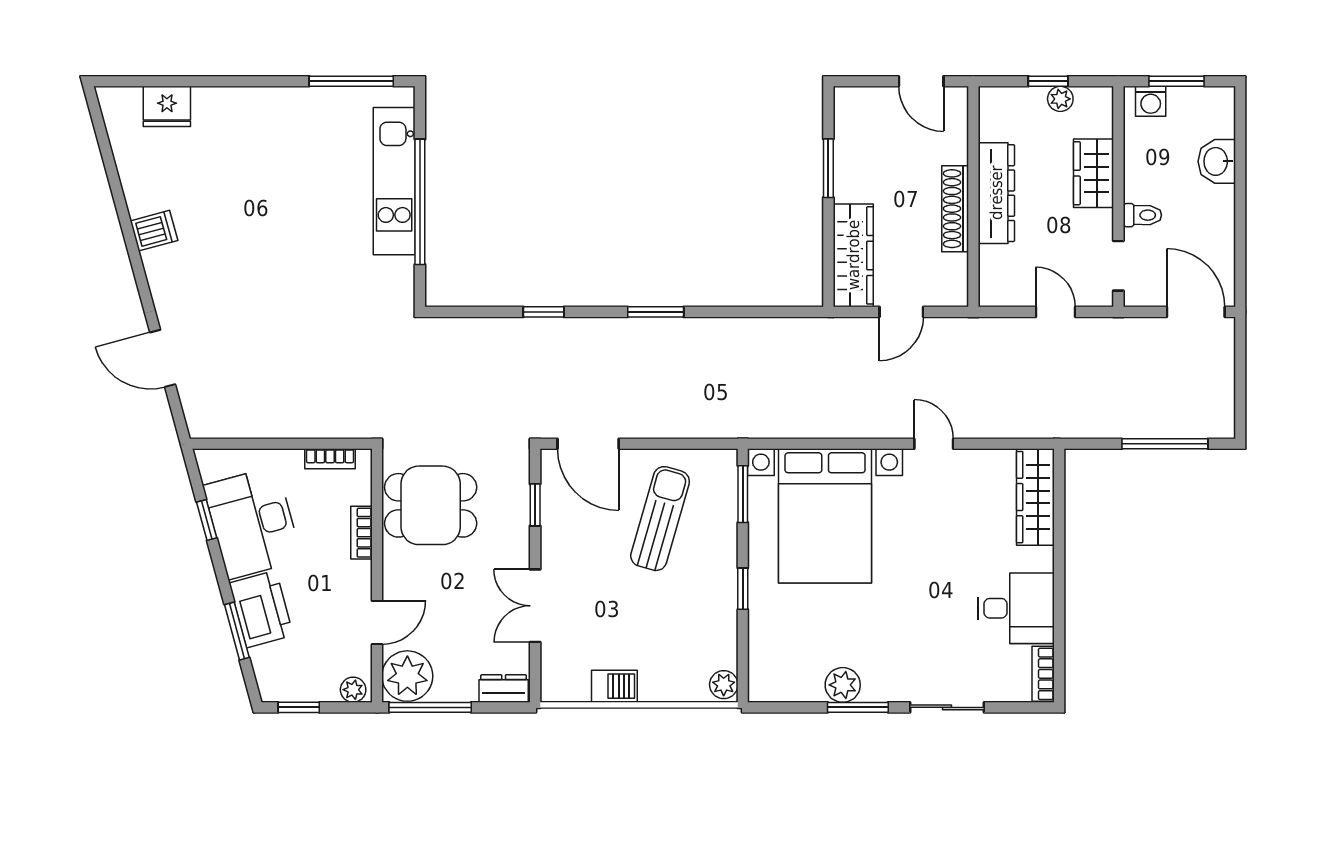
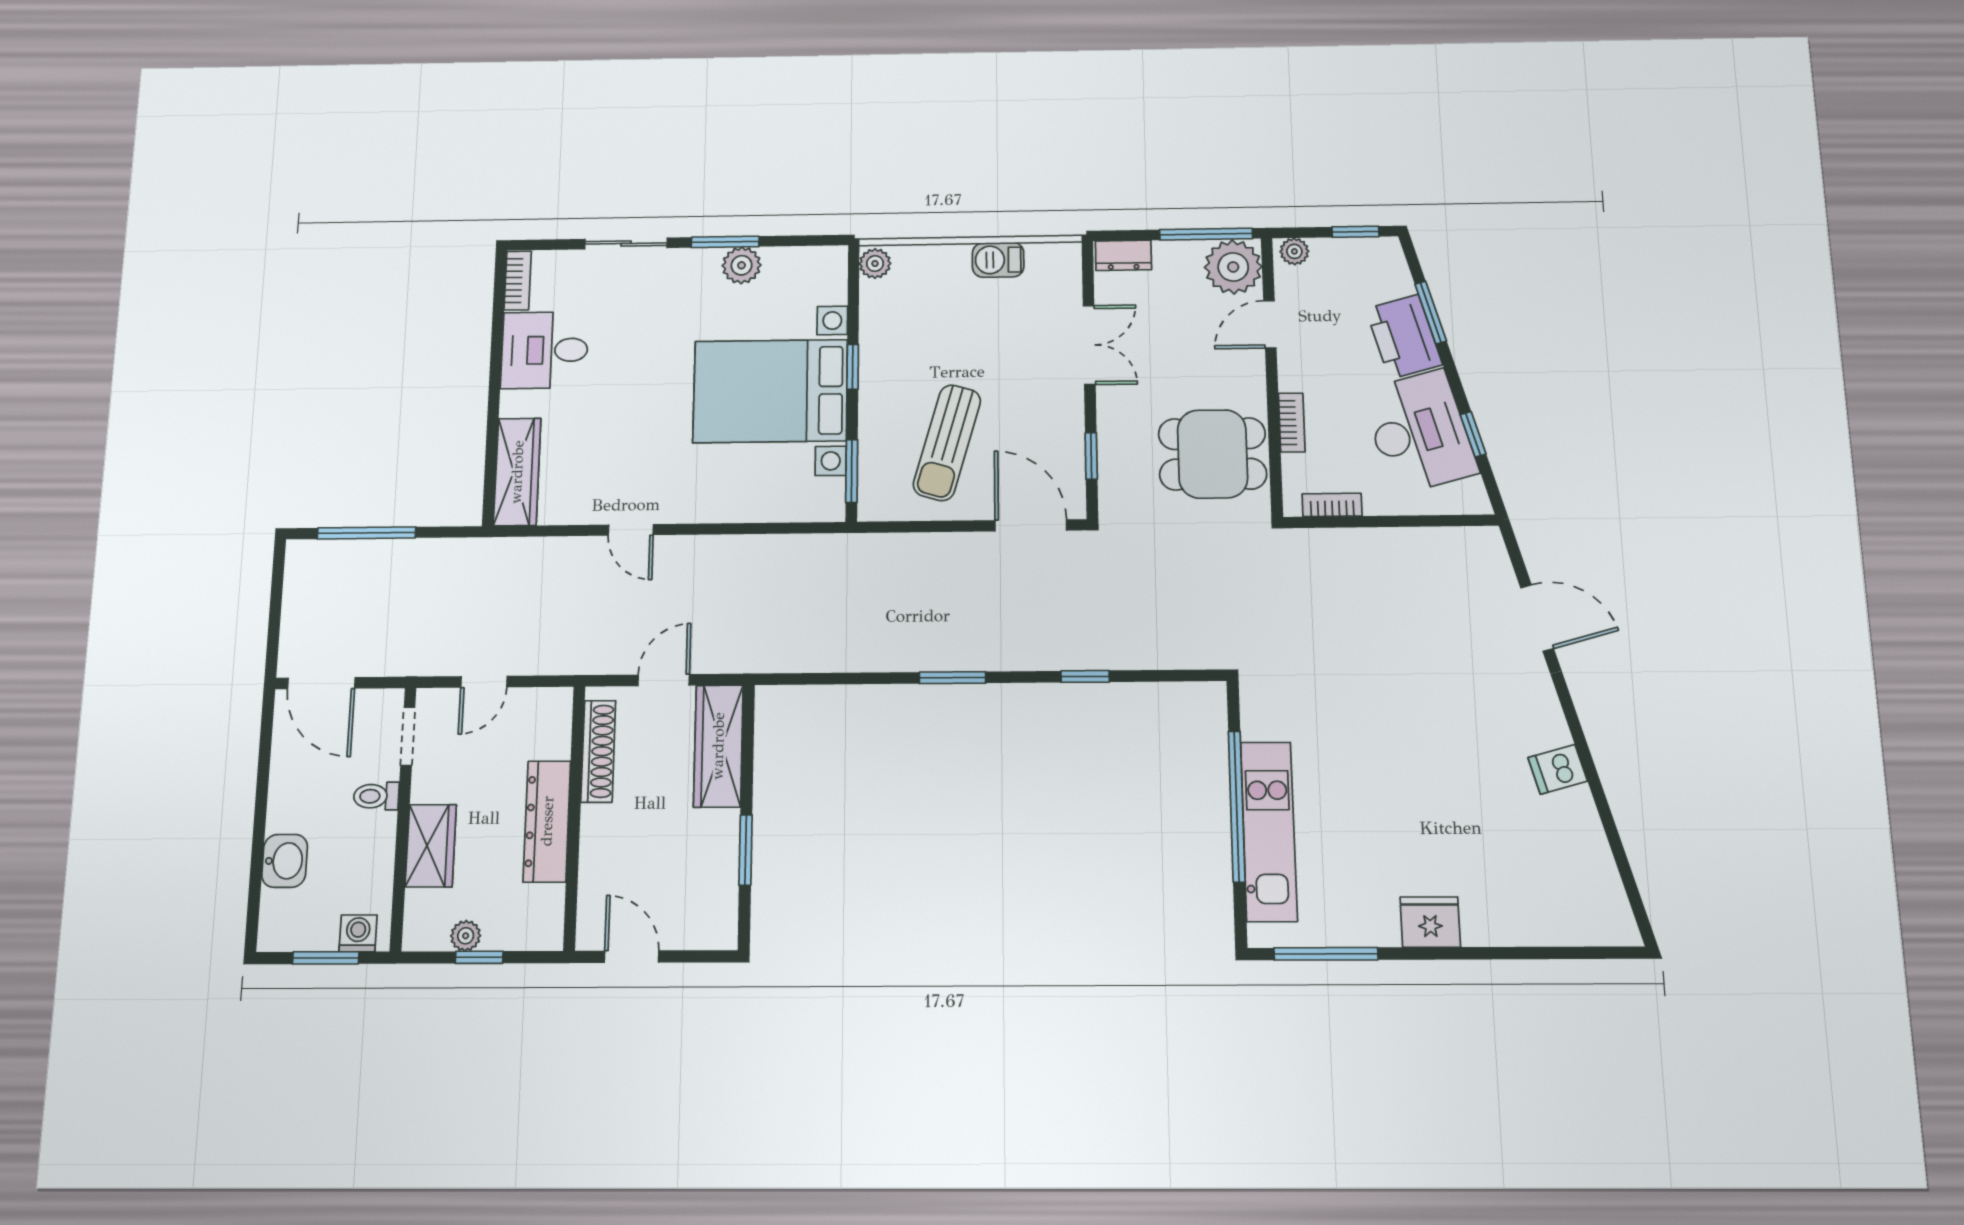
fridge: (167, 106) -> (1430, 922), moved
shoe rack: (955, 209) -> (598, 751), moved
door: (1055, 312) -> (484, 682), hinge flipped
bed with nightstands: (825, 516) -> (770, 391), moved, turned -90

